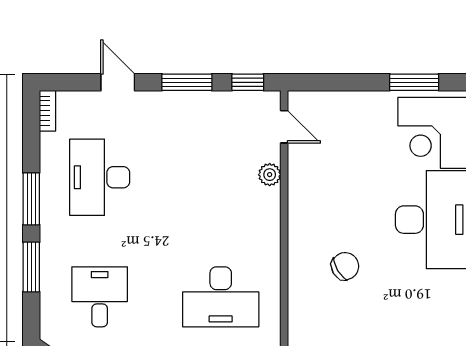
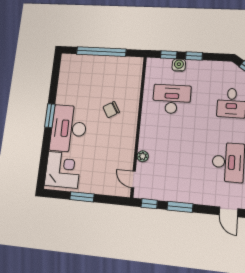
door: (118, 82) -> (228, 212), moved
window: (414, 82) -> (82, 197), moved

